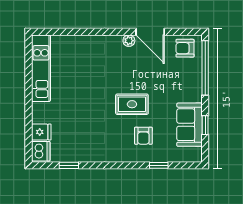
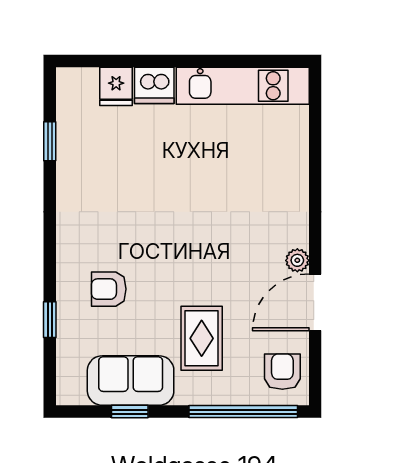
rug: (132, 104) -> (202, 338), moved
dishwasher: (41, 151) -> (154, 85), moved

